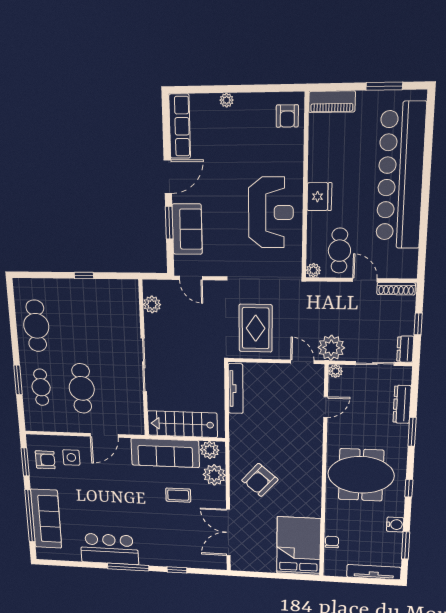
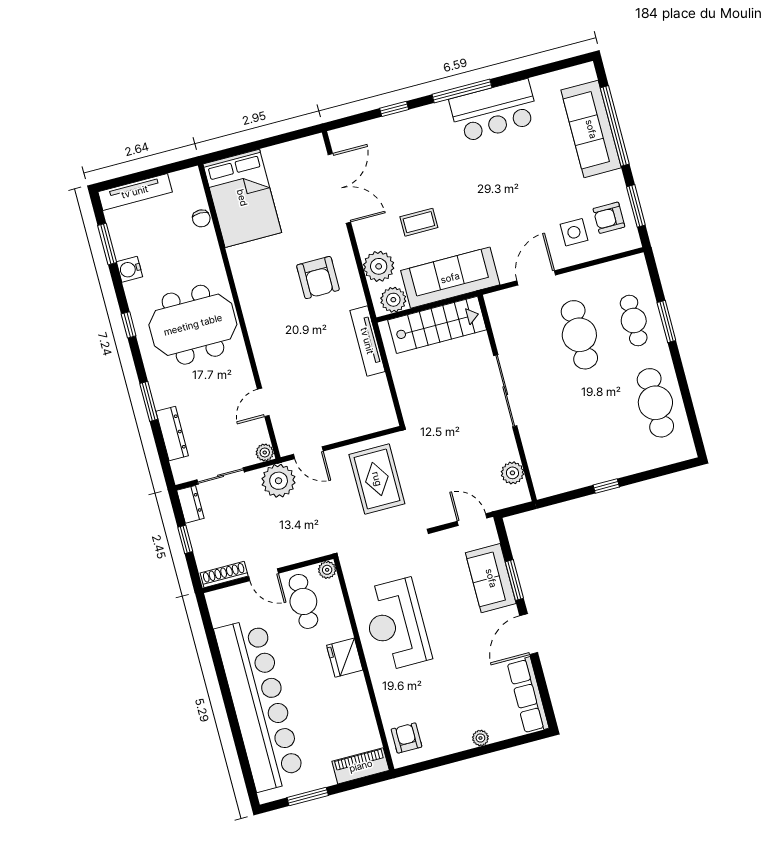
tv unit: (236, 389) -> (367, 341), moved
armchair: (260, 480) -> (318, 278), turned 139

